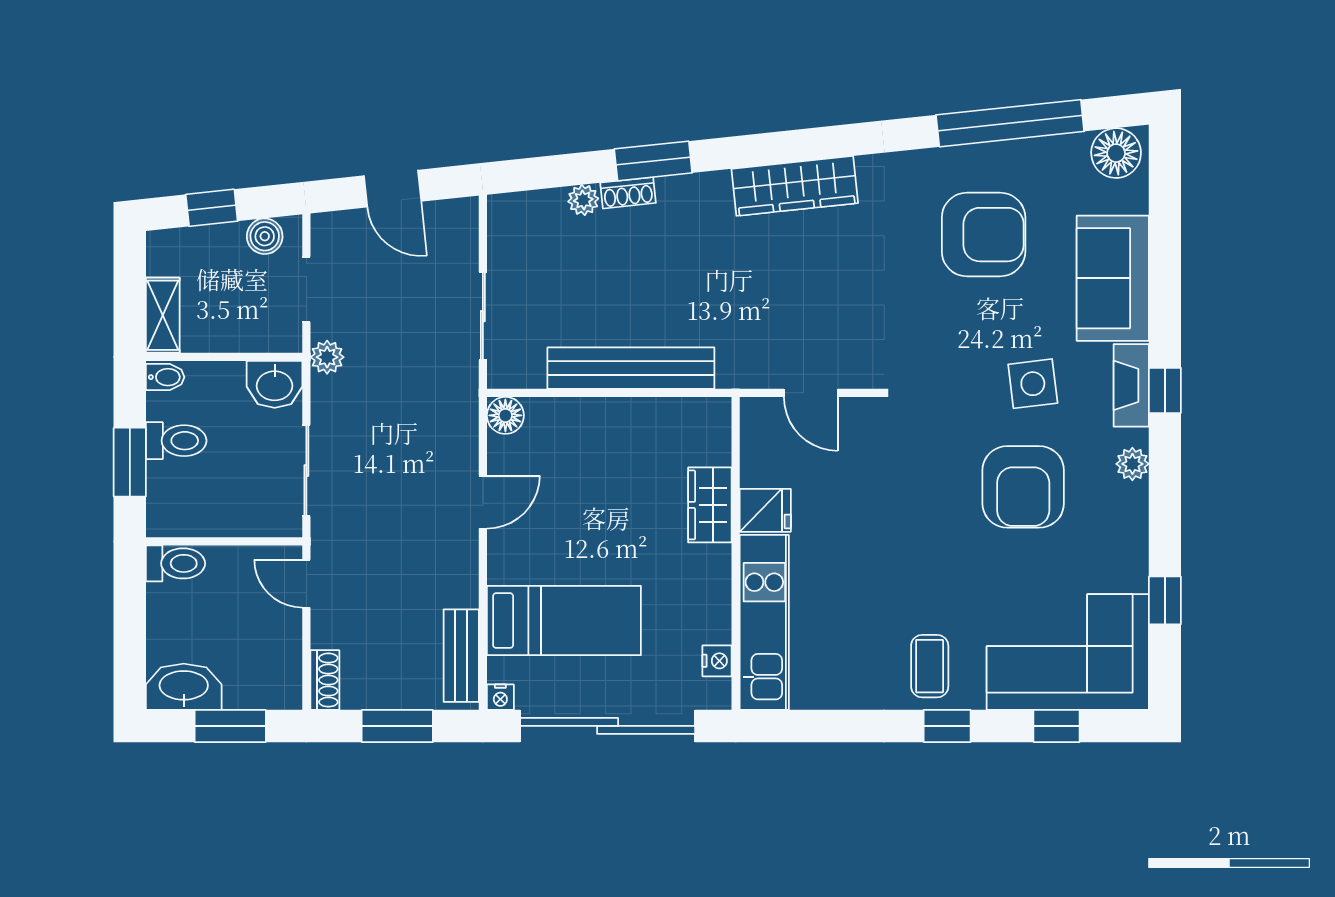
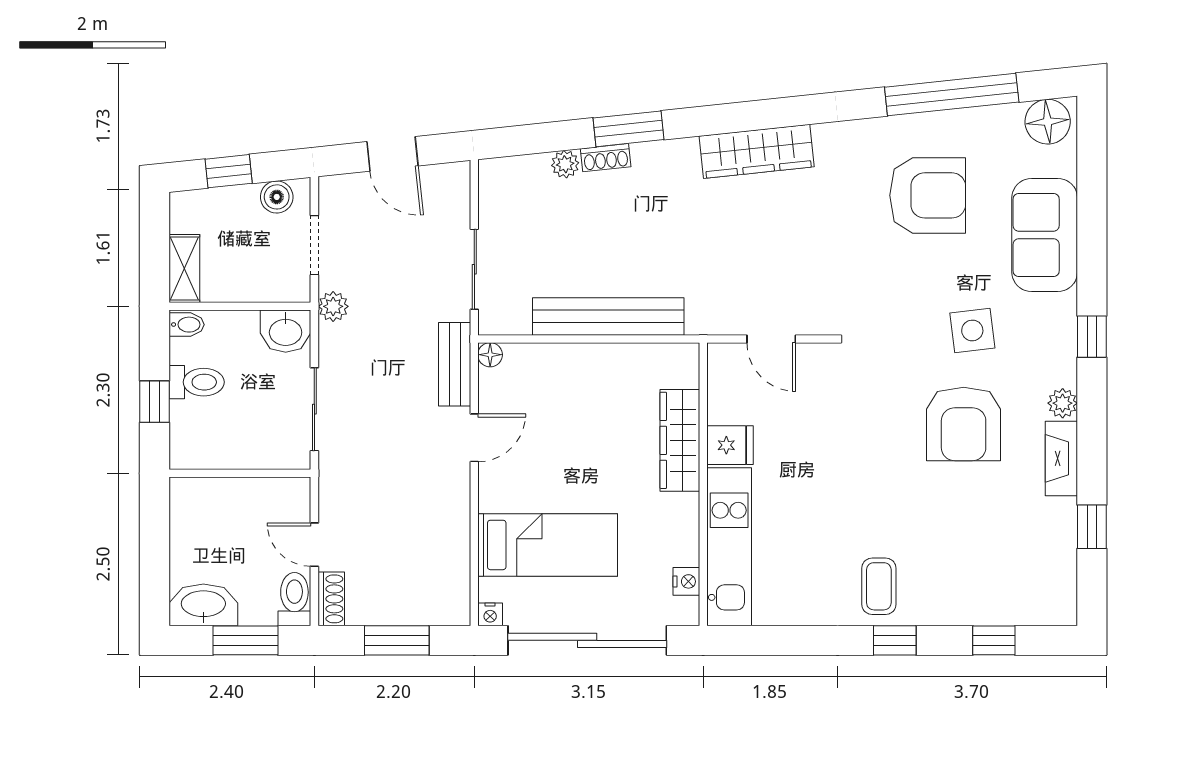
fireplace: (1131, 385) -> (1061, 458), moved
floor lamp: (505, 415) -> (490, 355), width x0.73, depth x0.73
window: (130, 462) -> (155, 402), width x0.67
wardrobe: (710, 505) -> (680, 440), width x1.50
toilet: (175, 563) -> (294, 599), moved, turned -90
door: (306, 584) -> (314, 545), moved
corner sofa: (1068, 652) -> (1004, 573), removed
bench: (461, 656) -> (455, 364), moved

